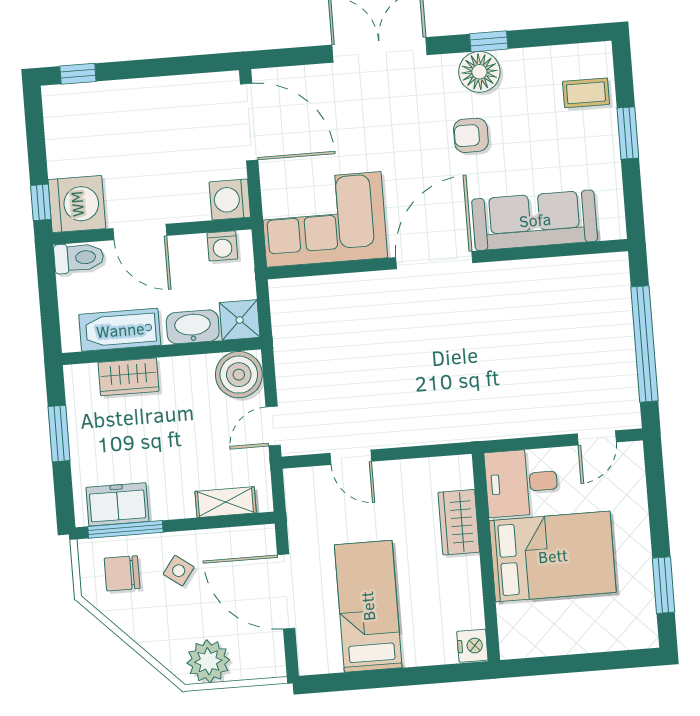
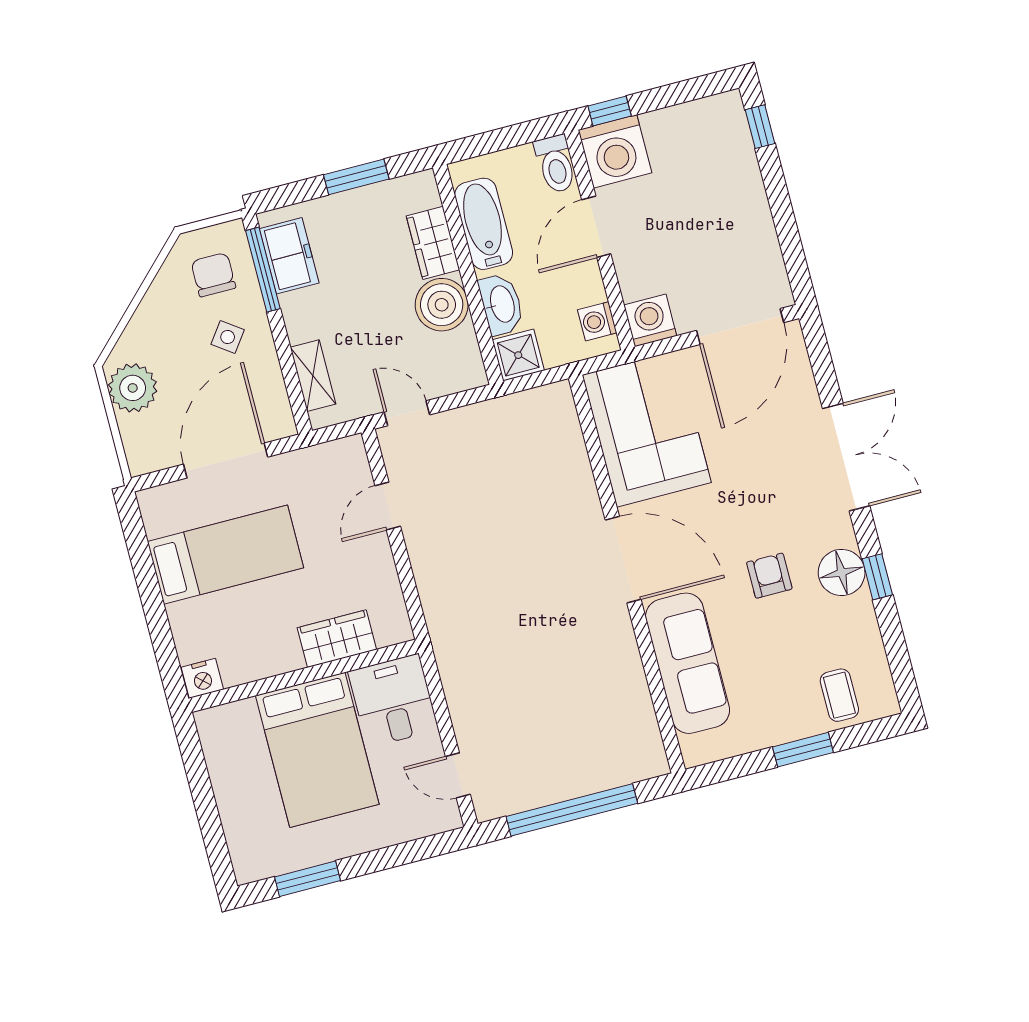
boiler: (239, 375) -> (442, 305), moved

